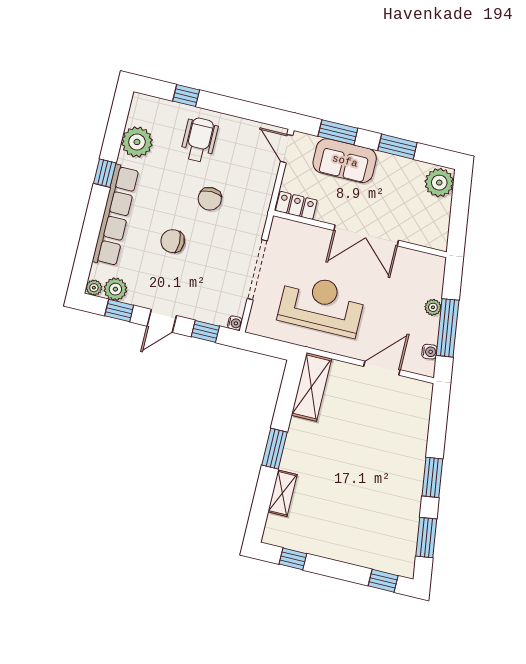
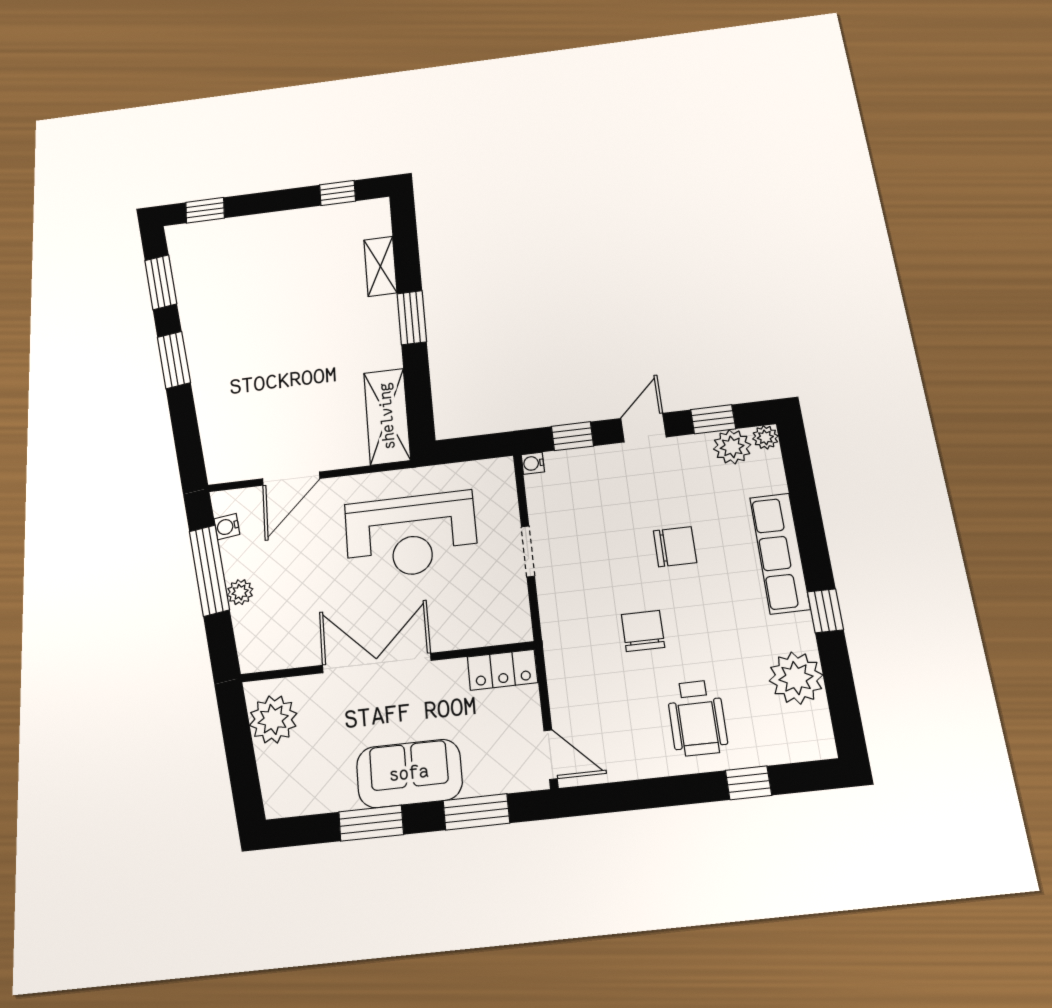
sofa: (345, 161) -> (409, 773), moved
plant: (439, 183) -> (273, 719), moved
row of seats: (115, 215) -> (780, 553), width x0.73
doorway: (257, 270) -> (528, 551), width x0.53

